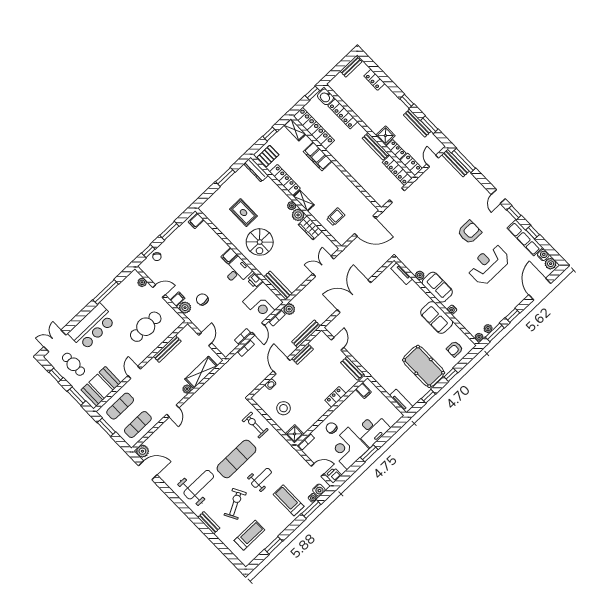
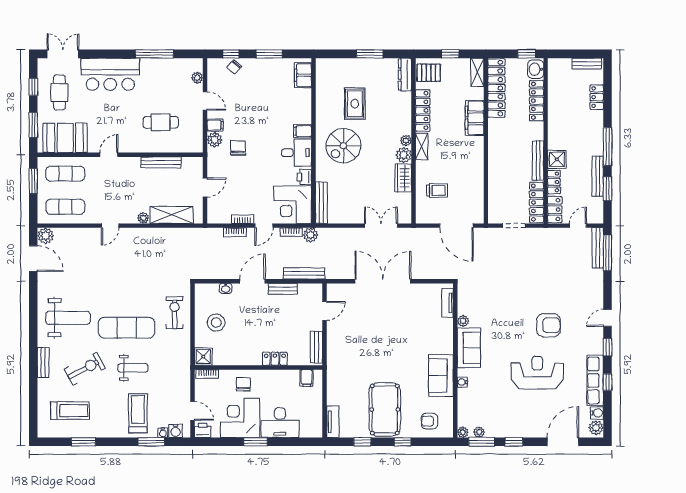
window: (407, 101) -> (607, 147), width x2.17
filing cabinet: (196, 221) -> (303, 75), width x2.00
cafe table: (146, 327) -> (161, 122), width x0.73, depth x0.74

